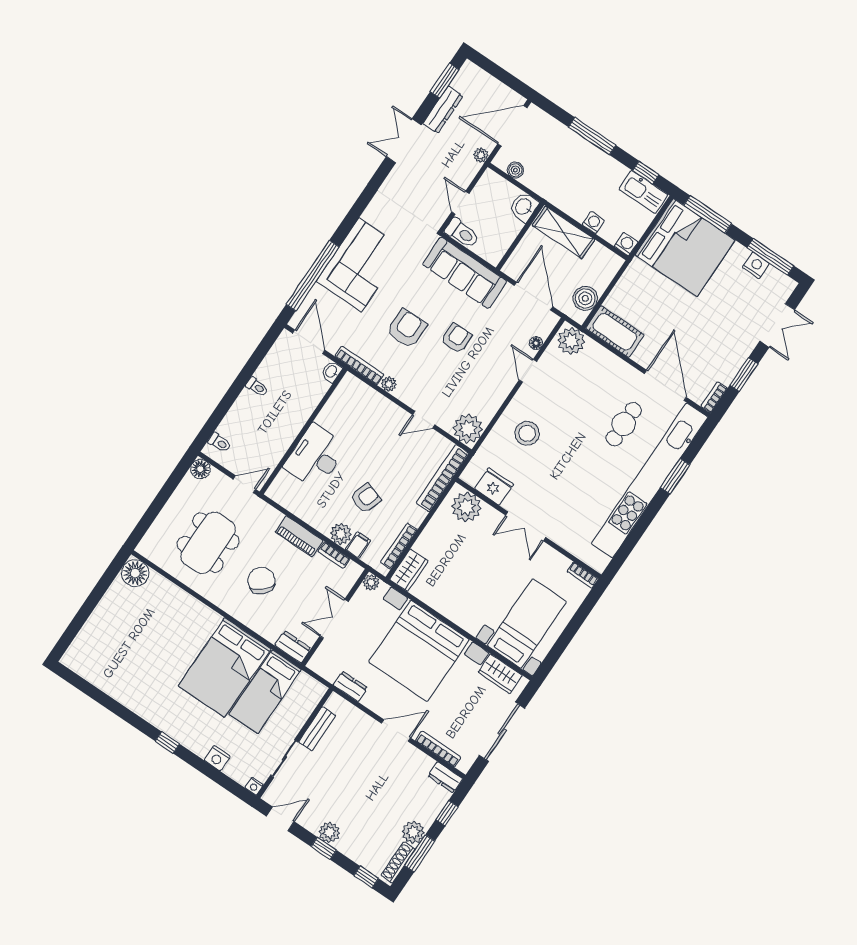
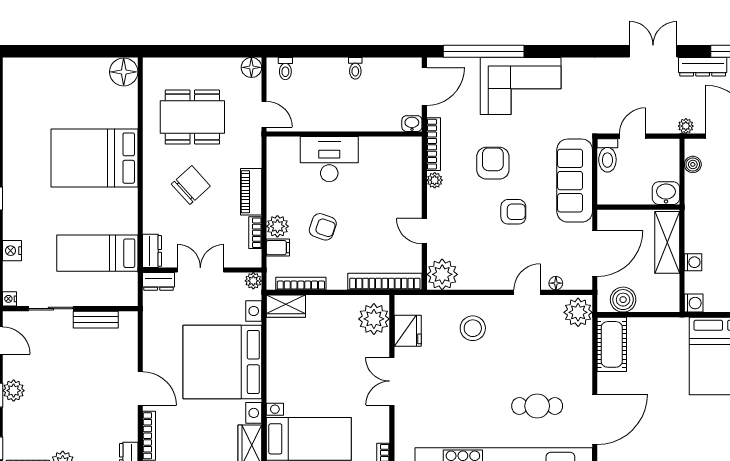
armchair: (407, 328) -> (493, 163), turned -90
bed: (225, 668) -> (94, 158), moved
dresser: (350, 686) -> (159, 281), moved, turned 90

